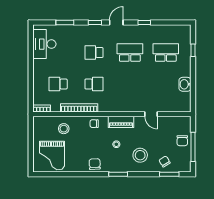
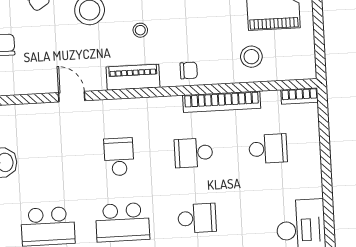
school desk: (130, 84) -> (119, 157), added

